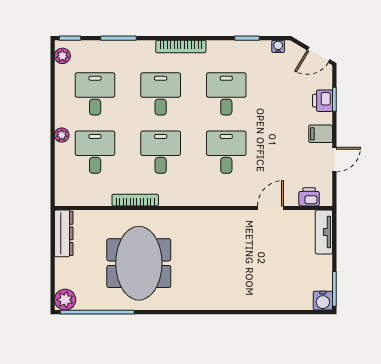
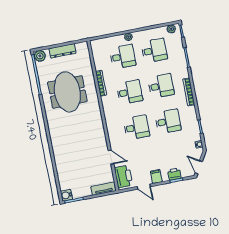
printer: (309, 197) -> (123, 176), width x1.87, depth x1.48
dresser: (64, 233) -> (63, 51), moved
meeting table: (139, 263) -> (67, 92), turned 90

